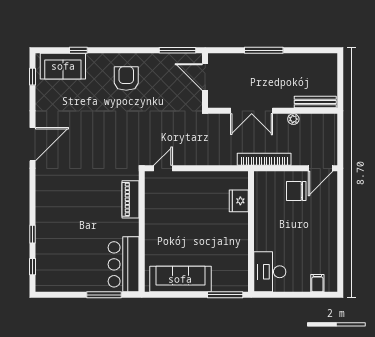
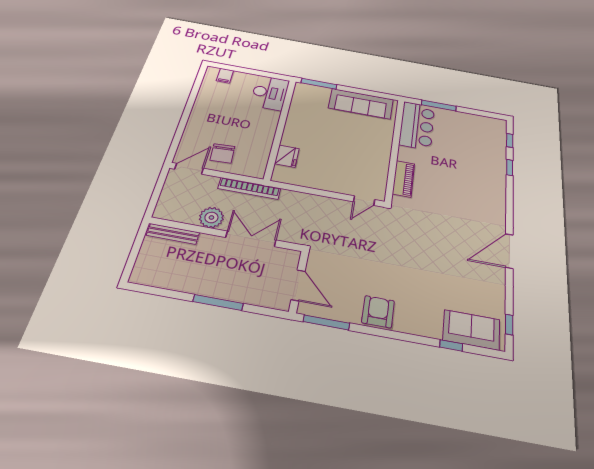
armchair: (126, 78) -> (378, 312), moved, turned 180
plant: (293, 119) -> (211, 217), width x1.87, depth x1.87
chair: (296, 191) -> (222, 153), turned 87

